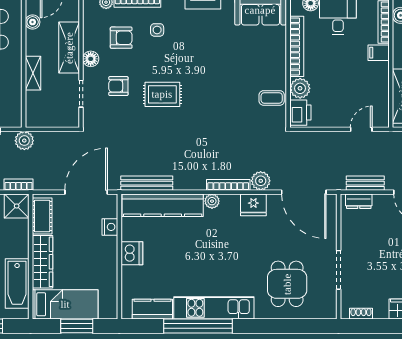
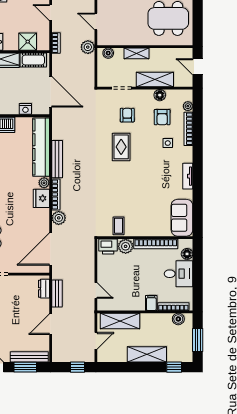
boiler: (33, 22) -> (108, 53), moved
floor lamp: (91, 59) -> (160, 95), moved
bench: (147, 183) -> (57, 159), moved
fridge: (253, 205) -> (41, 198), moved
shower: (17, 206) -> (28, 42), moved

